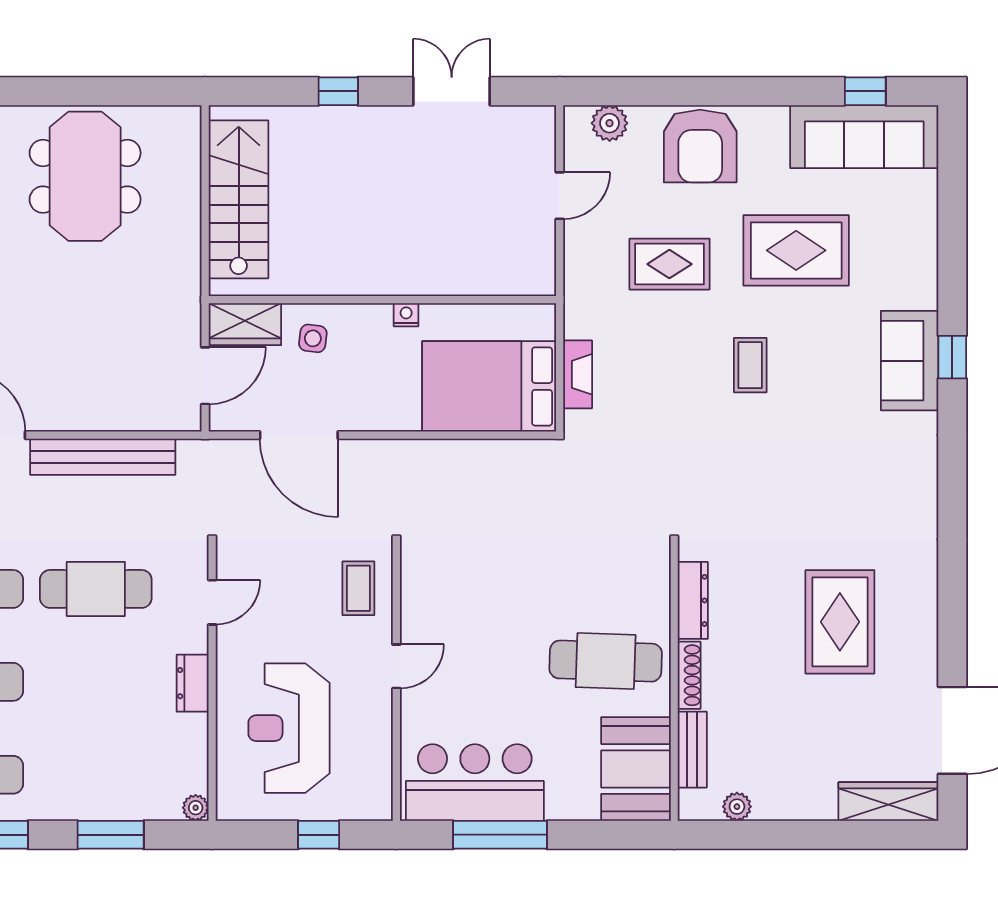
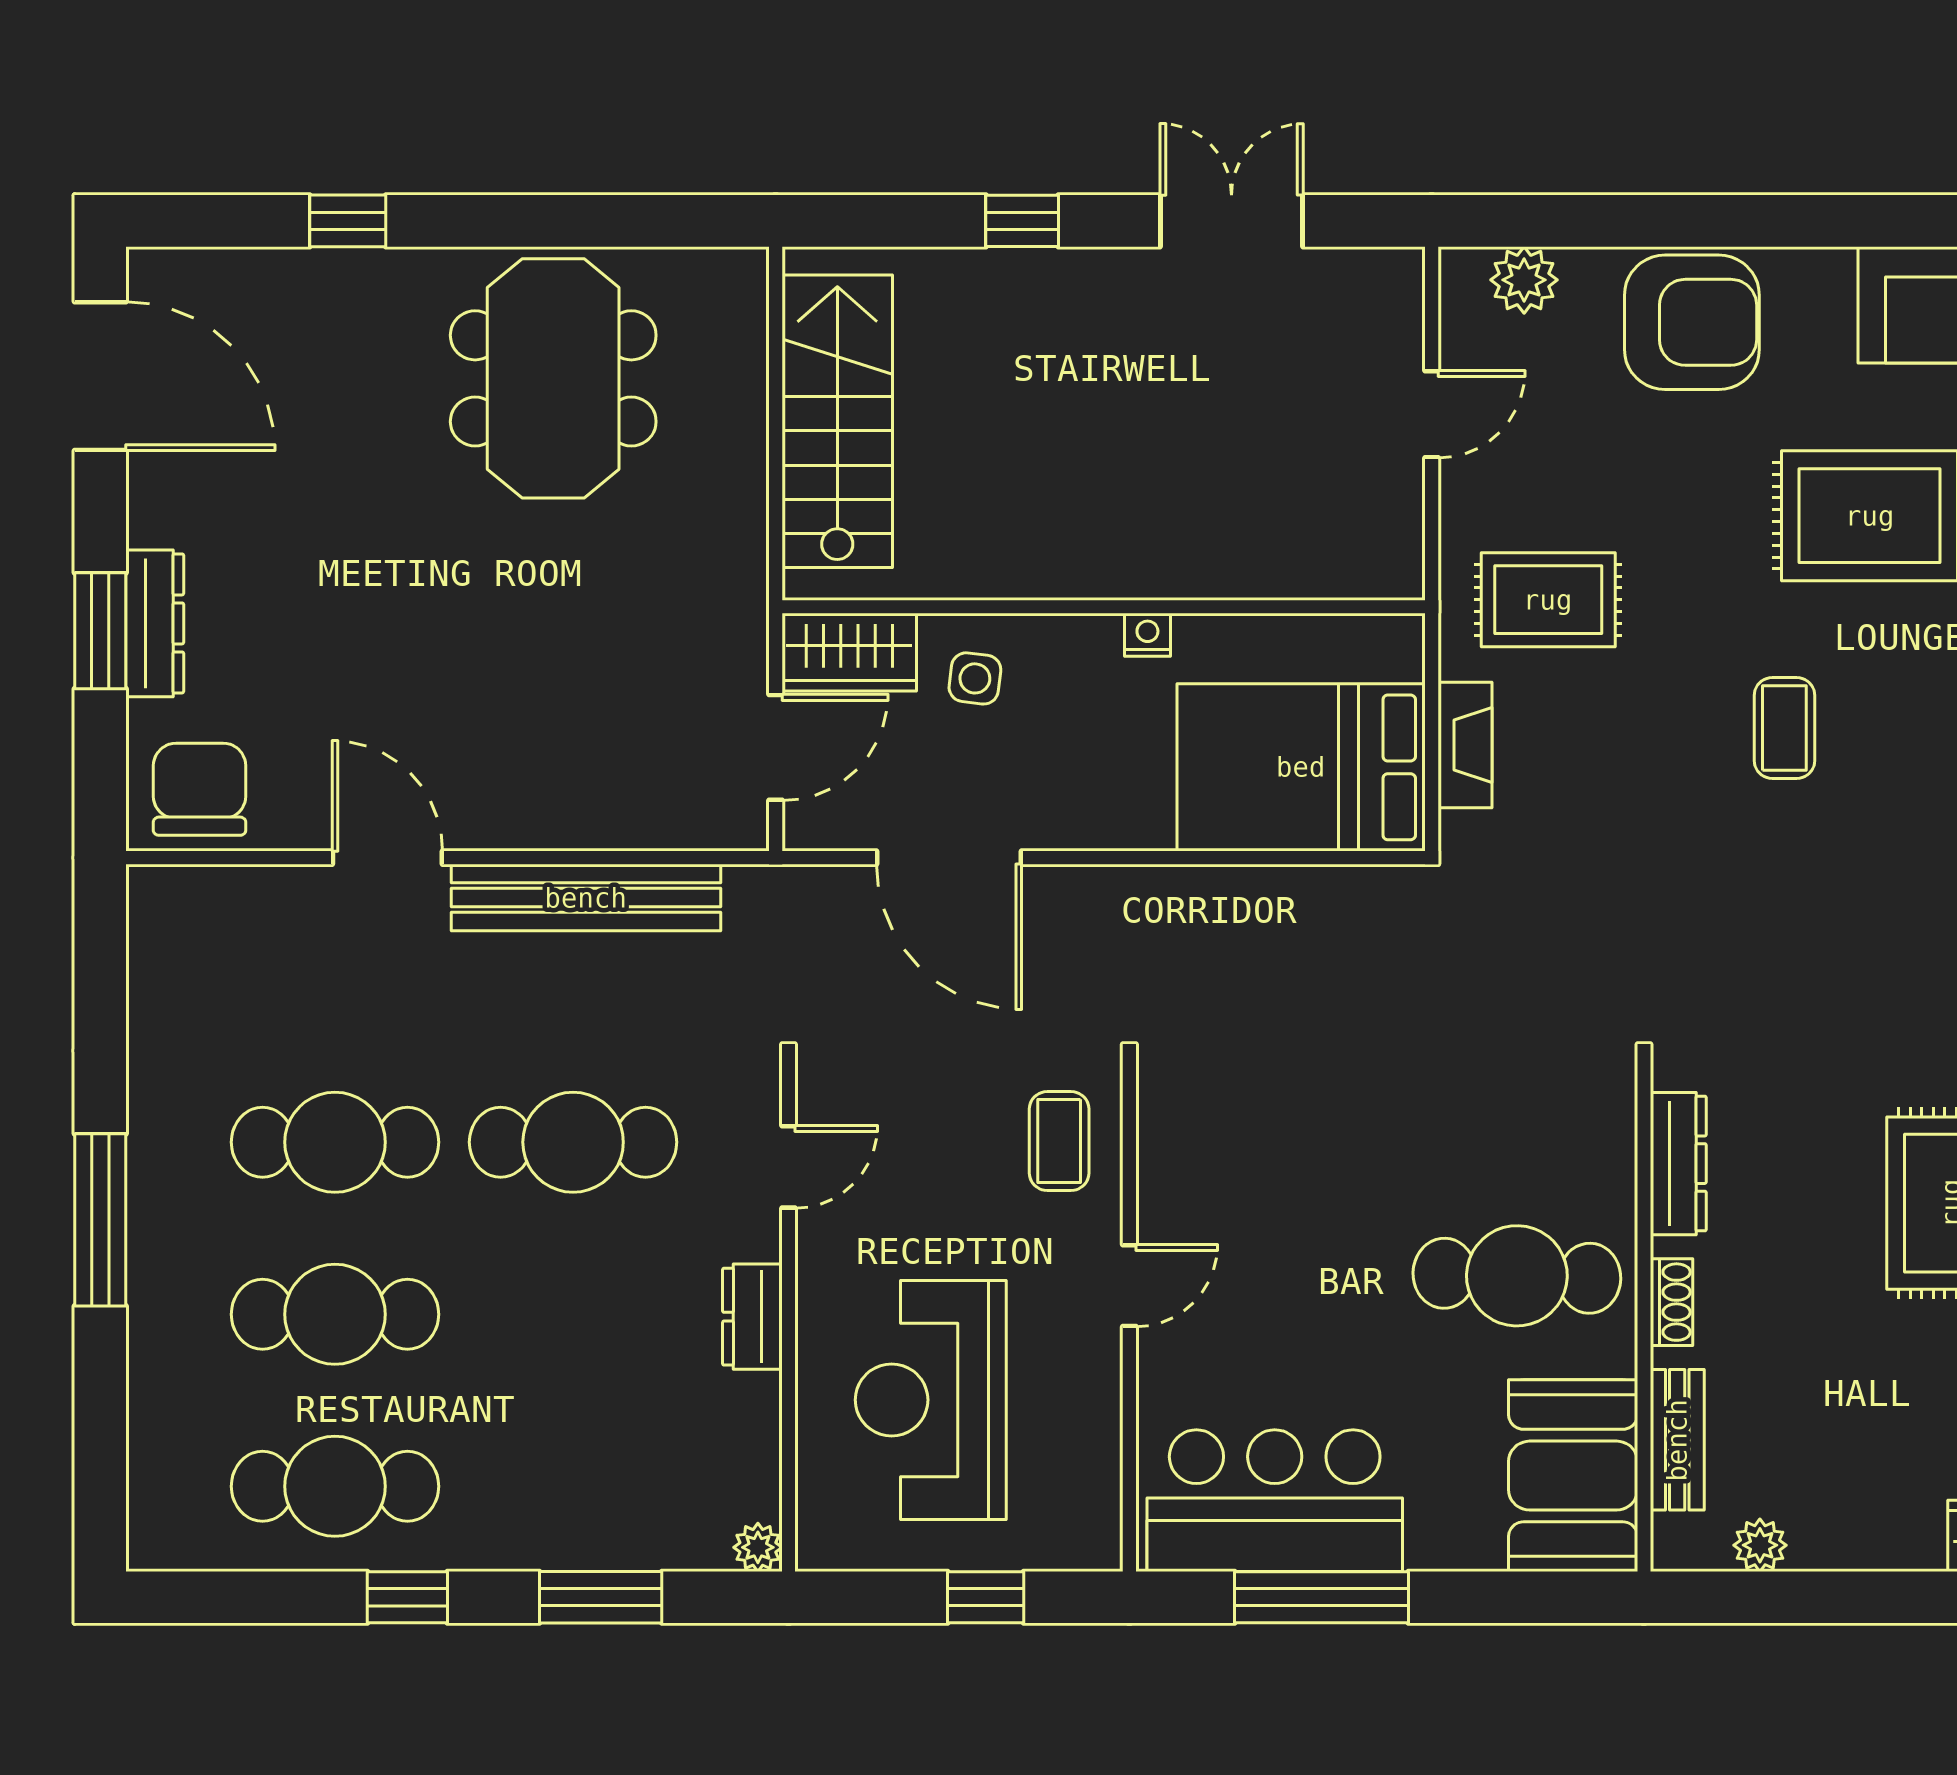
armchair: (700, 146) -> (1692, 322), turned -90
rug: (669, 264) -> (1548, 600), moved
shoe rack: (689, 675) -> (1671, 1302), width x0.70

